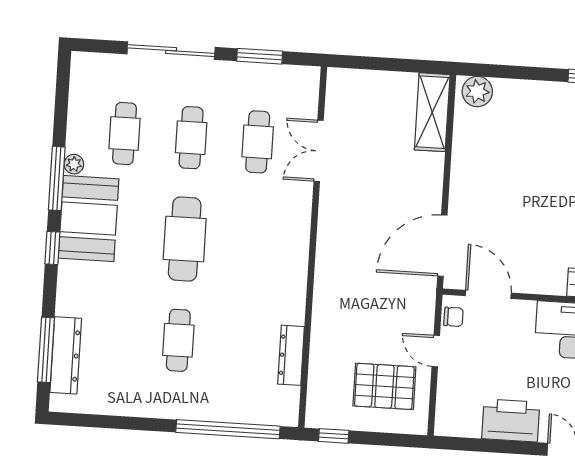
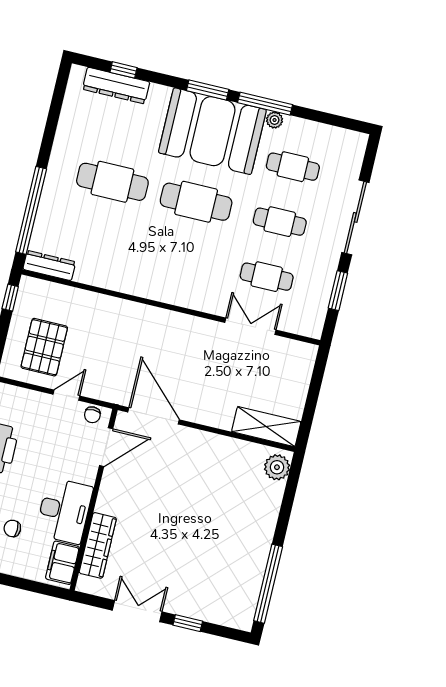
booth: (89, 218) -> (212, 131), width x1.36, depth x1.42
window: (52, 248) -> (208, 90), width x1.50
cafe table: (178, 340) -> (112, 182), width x1.37, depth x1.35
window: (46, 350) -> (123, 70), width x0.46
dresser: (291, 355) -> (49, 266), moved

